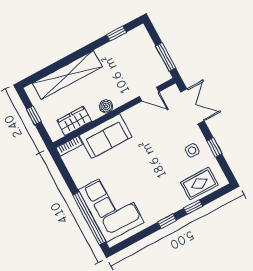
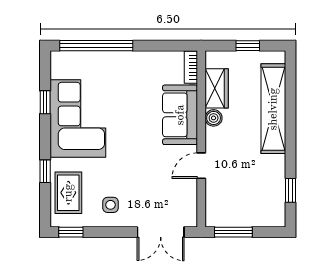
door: (149, 94) -> (201, 166), moved
boiler: (106, 106) -> (214, 118), moved
window: (214, 147) -> (71, 232), moved
corner sofa: (111, 206) -> (78, 118), moved, turned -90
window: (167, 221) -> (45, 102), moved

